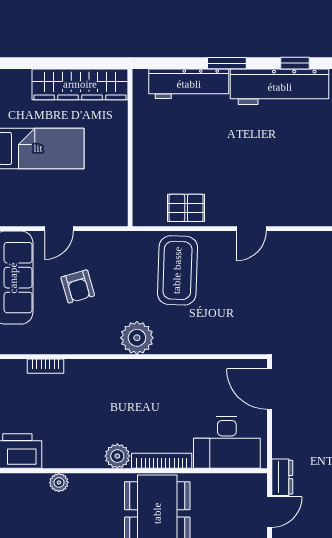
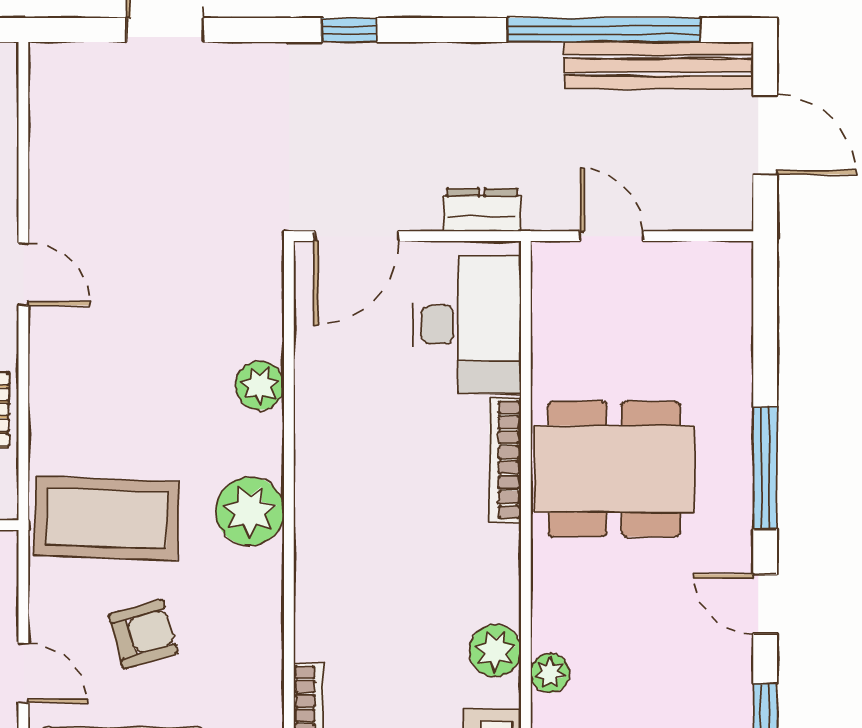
coffee table: (177, 270) -> (107, 518), moved
plant: (198, 343) -> (260, 385), added
plant: (117, 456) -> (495, 651), moved
dresser: (282, 477) -> (482, 210), moved

